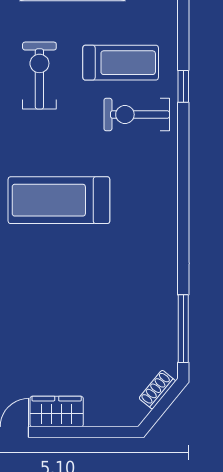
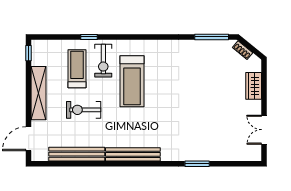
treadmill: (59, 200) -> (132, 81), moved
wardrobe: (57, 411) -> (254, 86), moved

